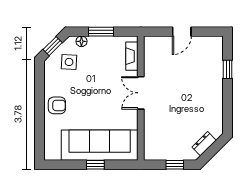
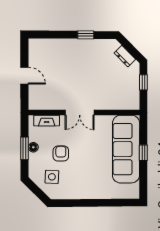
floor lamp: (81, 41) -> (33, 147), moved
window: (53, 46) -> (38, 192), removed
window: (228, 69) -> (86, 35), moved
armchair: (57, 105) -> (61, 153), moved

